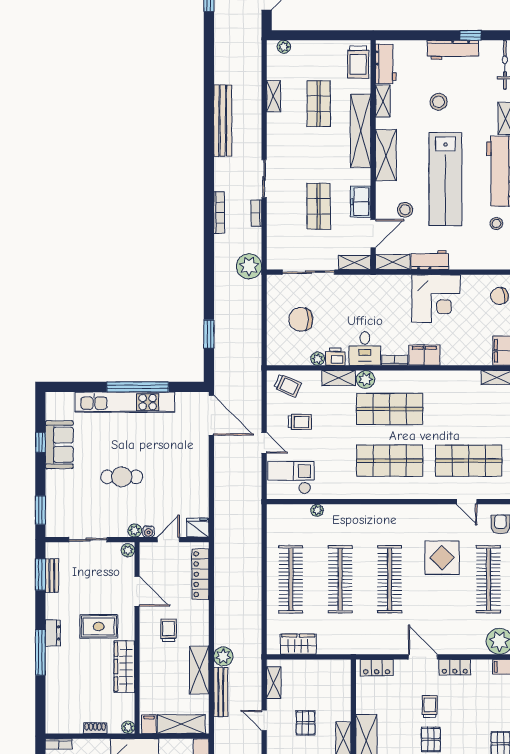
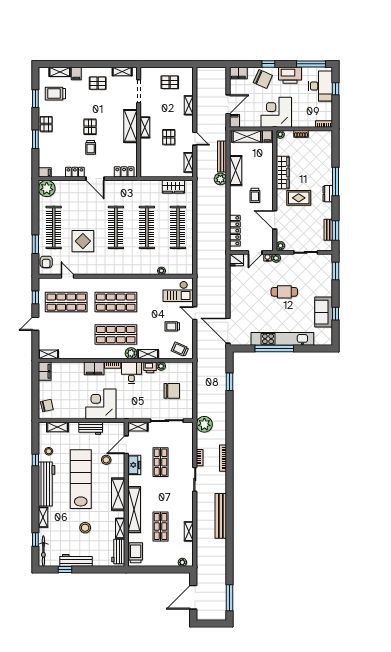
shelving: (393, 262) -> (57, 427), moved
corner desk: (436, 299) -> (101, 404), moved

